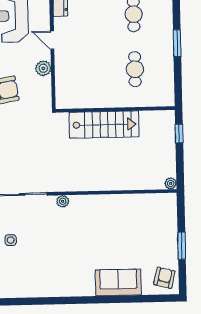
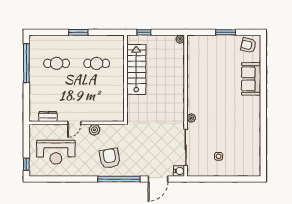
stairs: (104, 125) -> (136, 69), moved

